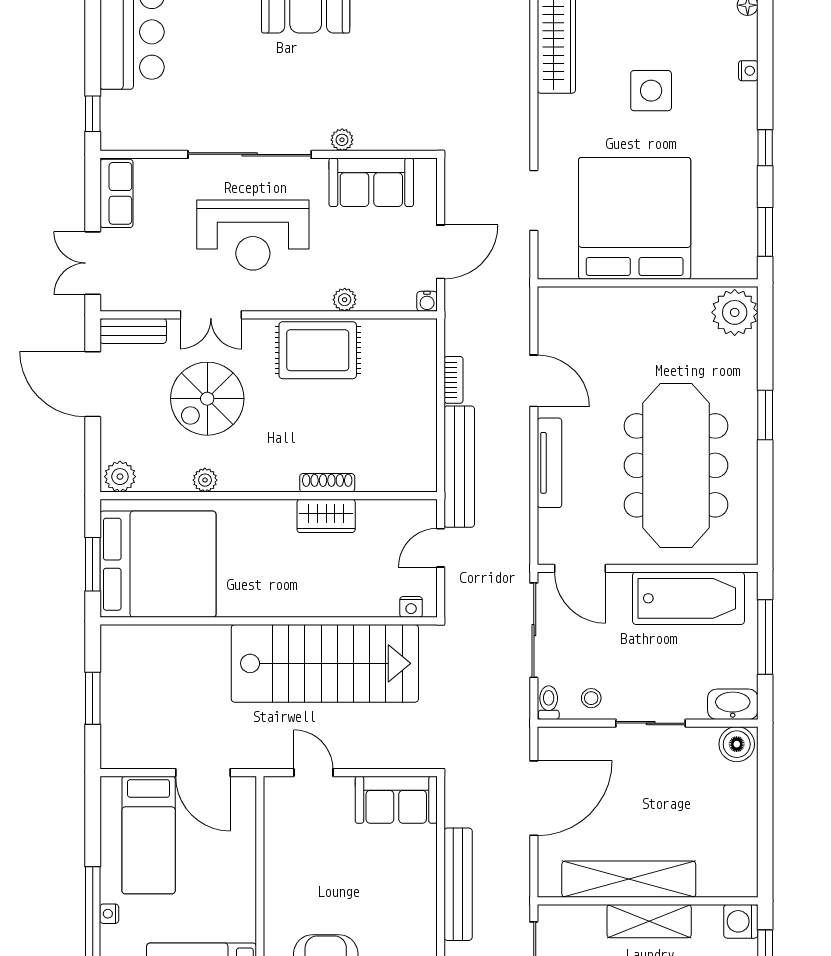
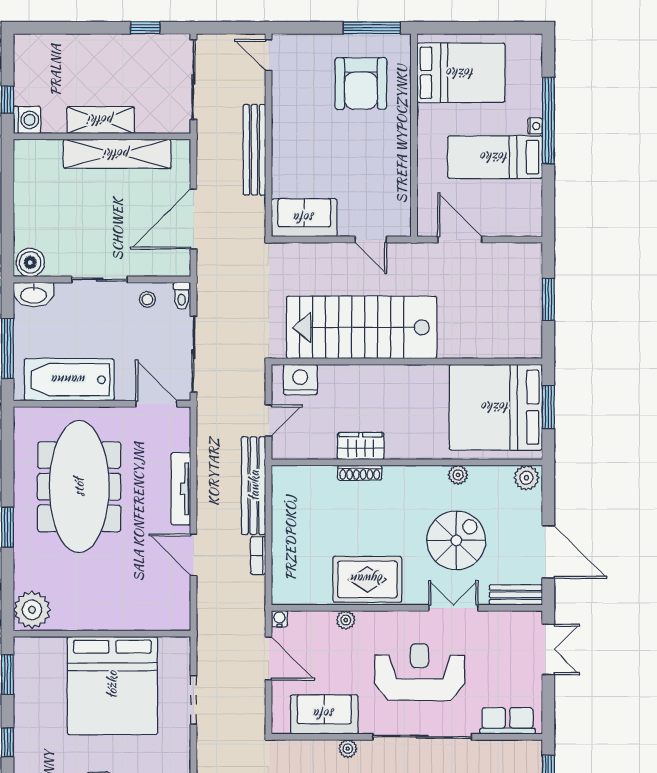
row of seats: (116, 193) -> (507, 721), moved, turned 90
door: (441, 252) -> (269, 658), swing flipped
nightstand: (411, 607) -> (300, 380), width x1.89, depth x1.79
bed: (149, 835) -> (495, 157), moved, turned -90

